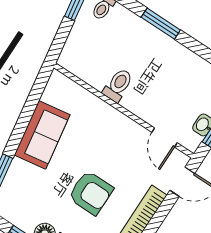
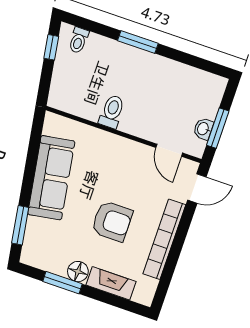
sofa: (42, 135) -> (51, 178), width x1.36

